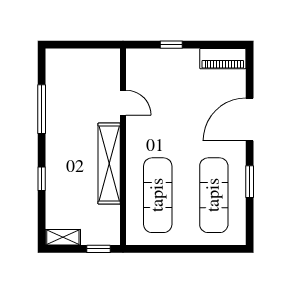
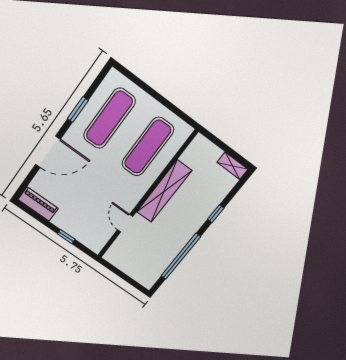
window: (42, 109) -> (181, 256), width x1.46
window: (98, 249) -> (215, 140), removed

